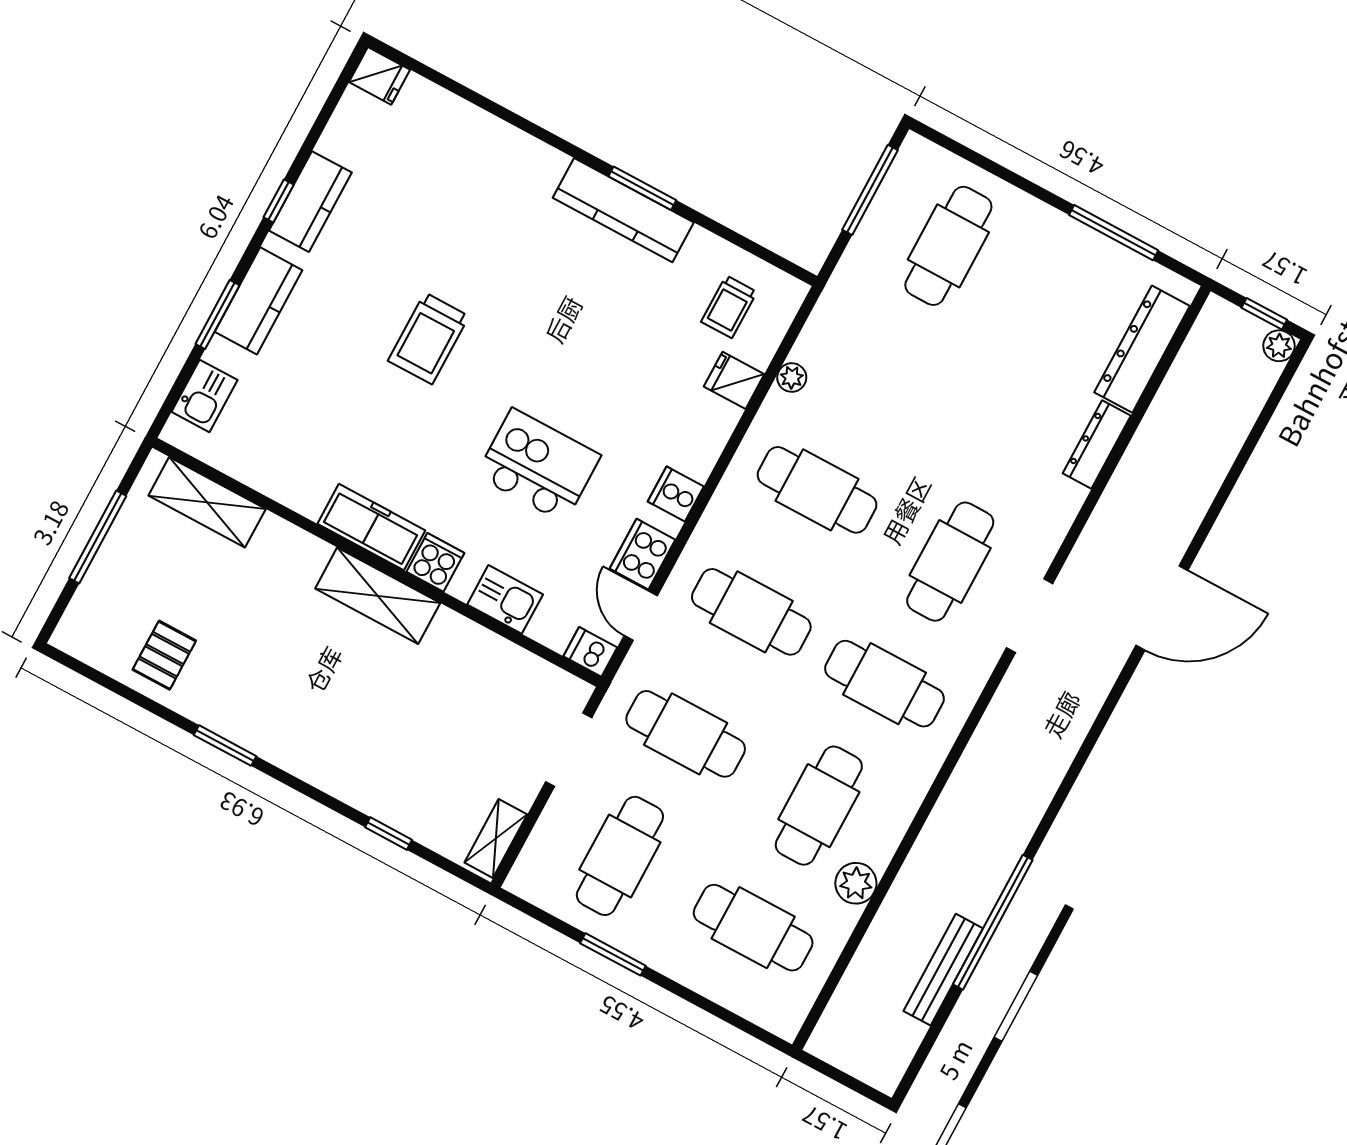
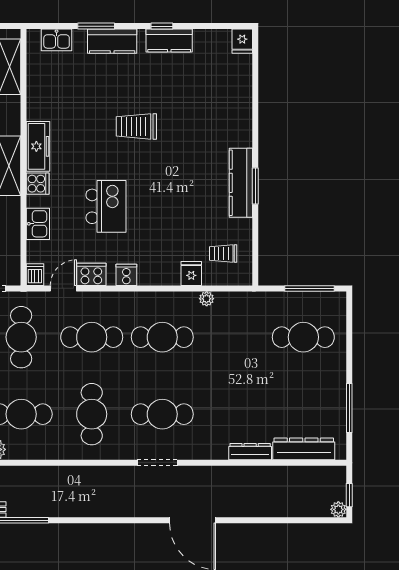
cafe table: (817, 490) -> (162, 337), turned 90
cafe table: (751, 612) -> (92, 337), turned 90

